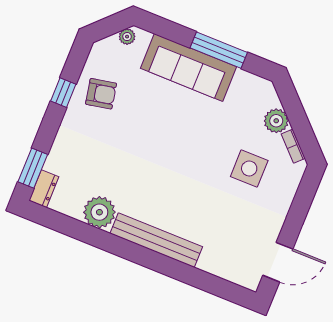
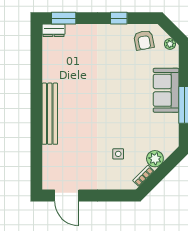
sofa: (188, 68) -> (166, 90), width x0.73
armchair: (101, 94) -> (144, 40), moved
side table: (249, 169) -> (118, 154), width x0.54, depth x0.54
plant: (99, 212) -> (53, 71), removed

